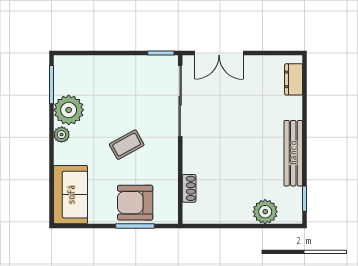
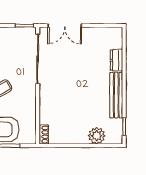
dresser: (294, 79) -> (116, 60), moved
shoe rack: (189, 188) -> (44, 135), moved

